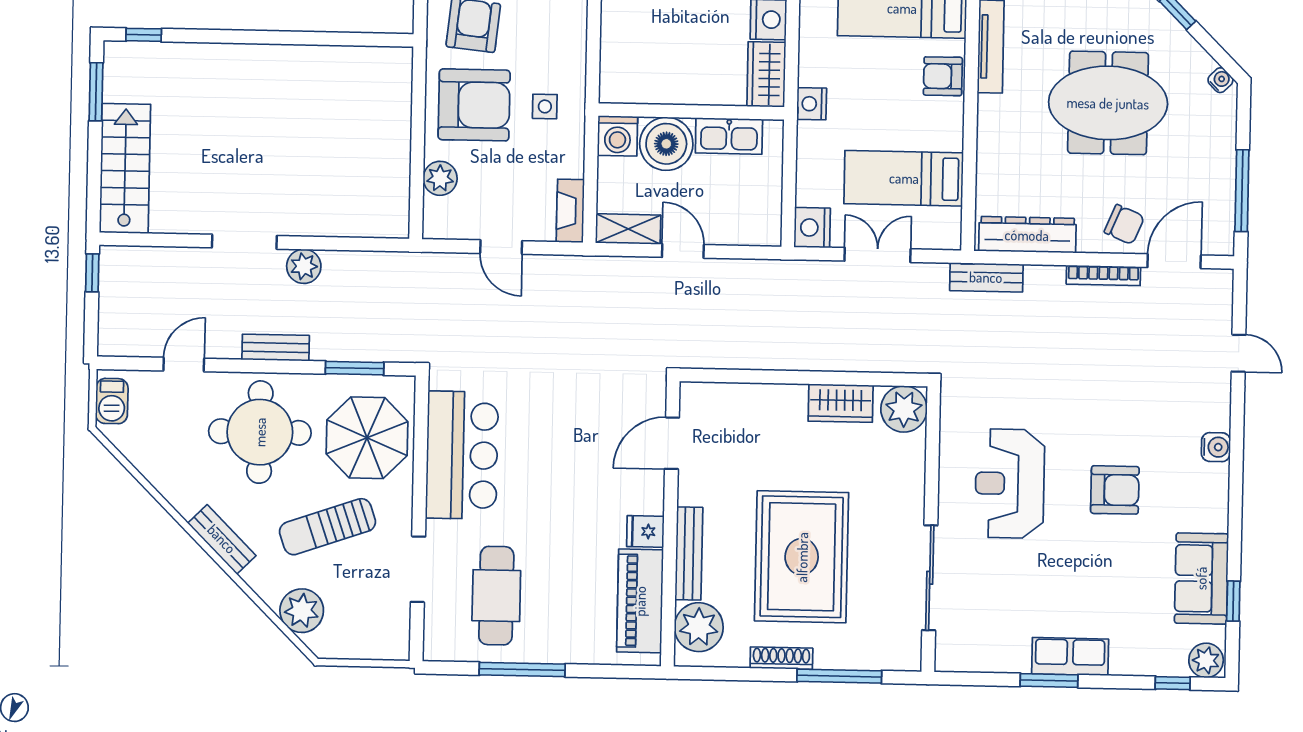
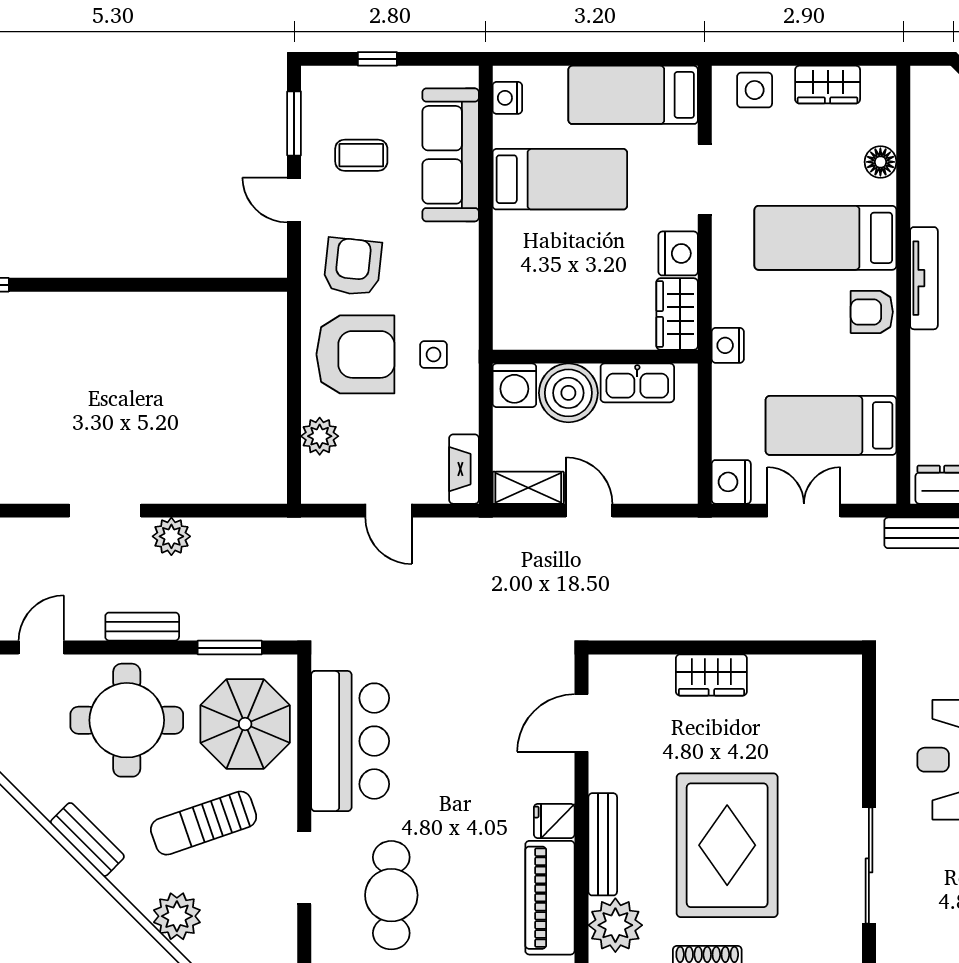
wardrobe: (841, 403) -> (711, 675), moved
plant: (904, 409) -> (837, 680), removed

